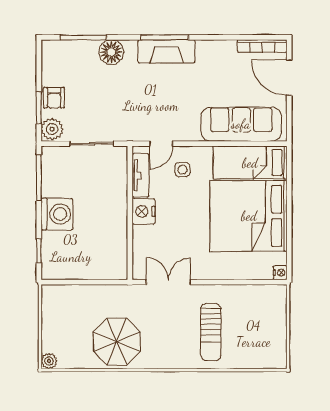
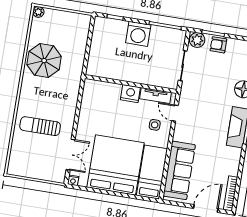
double door: (168, 282) -> (71, 155), moved

